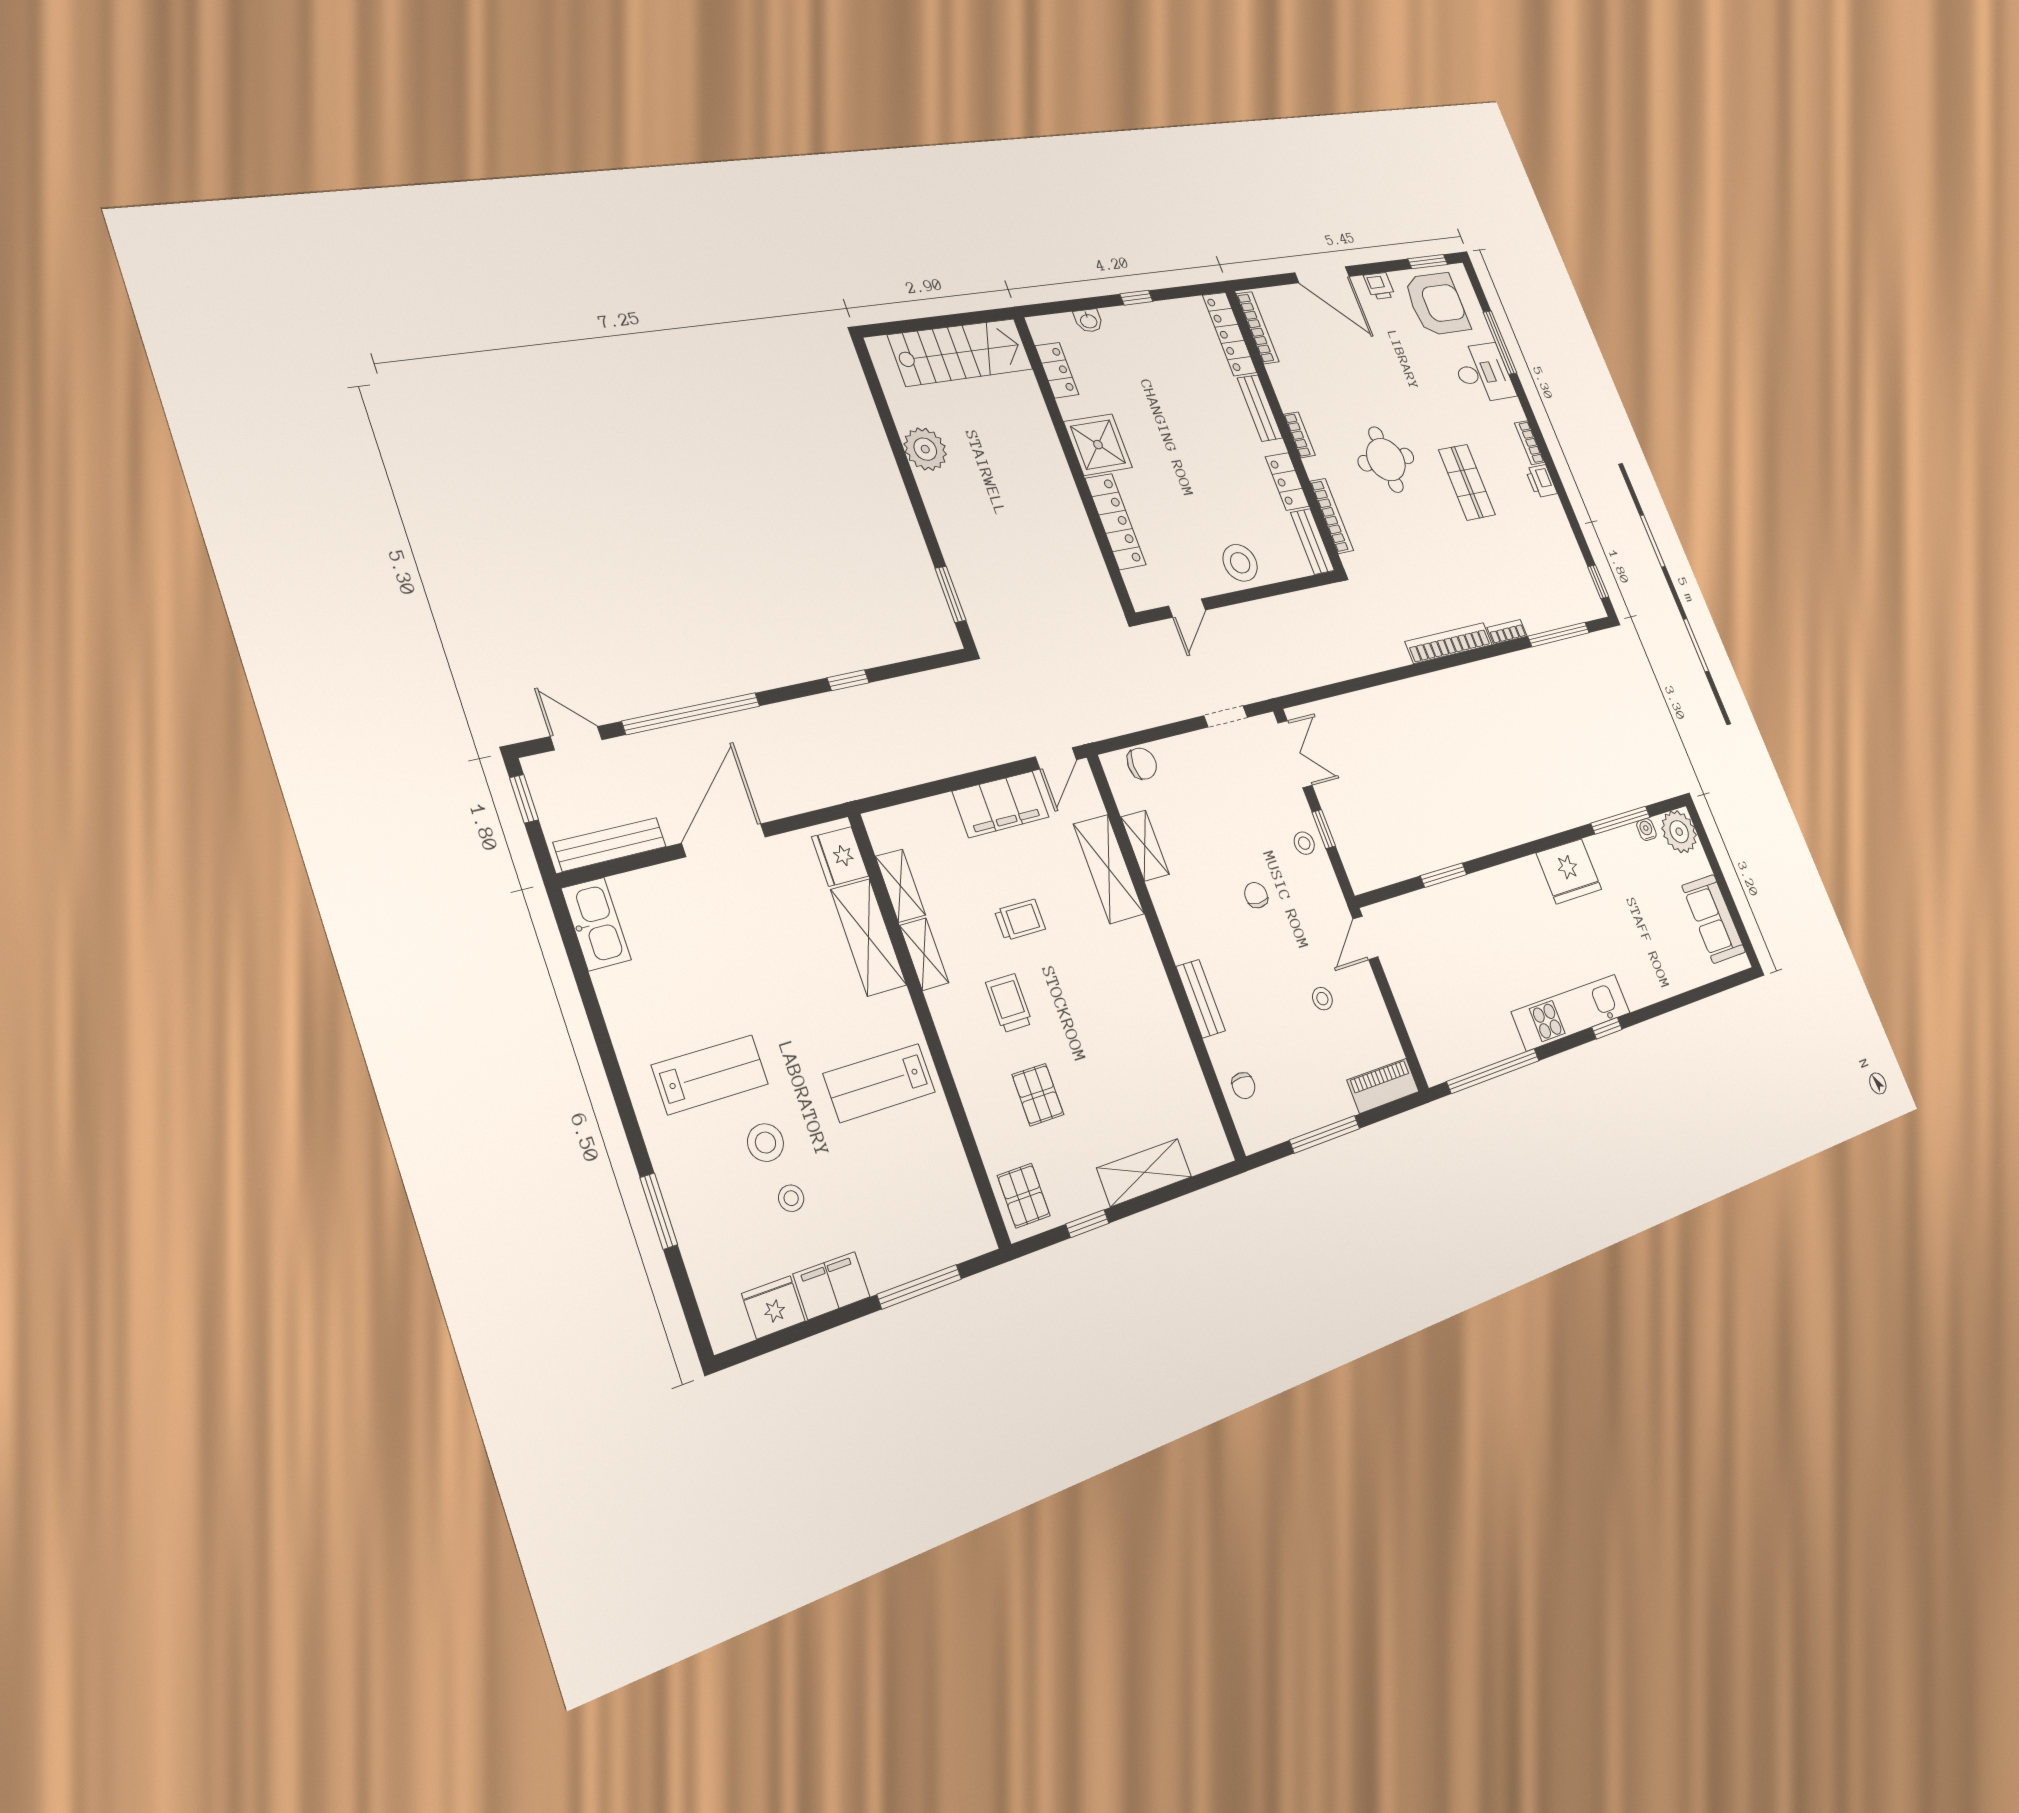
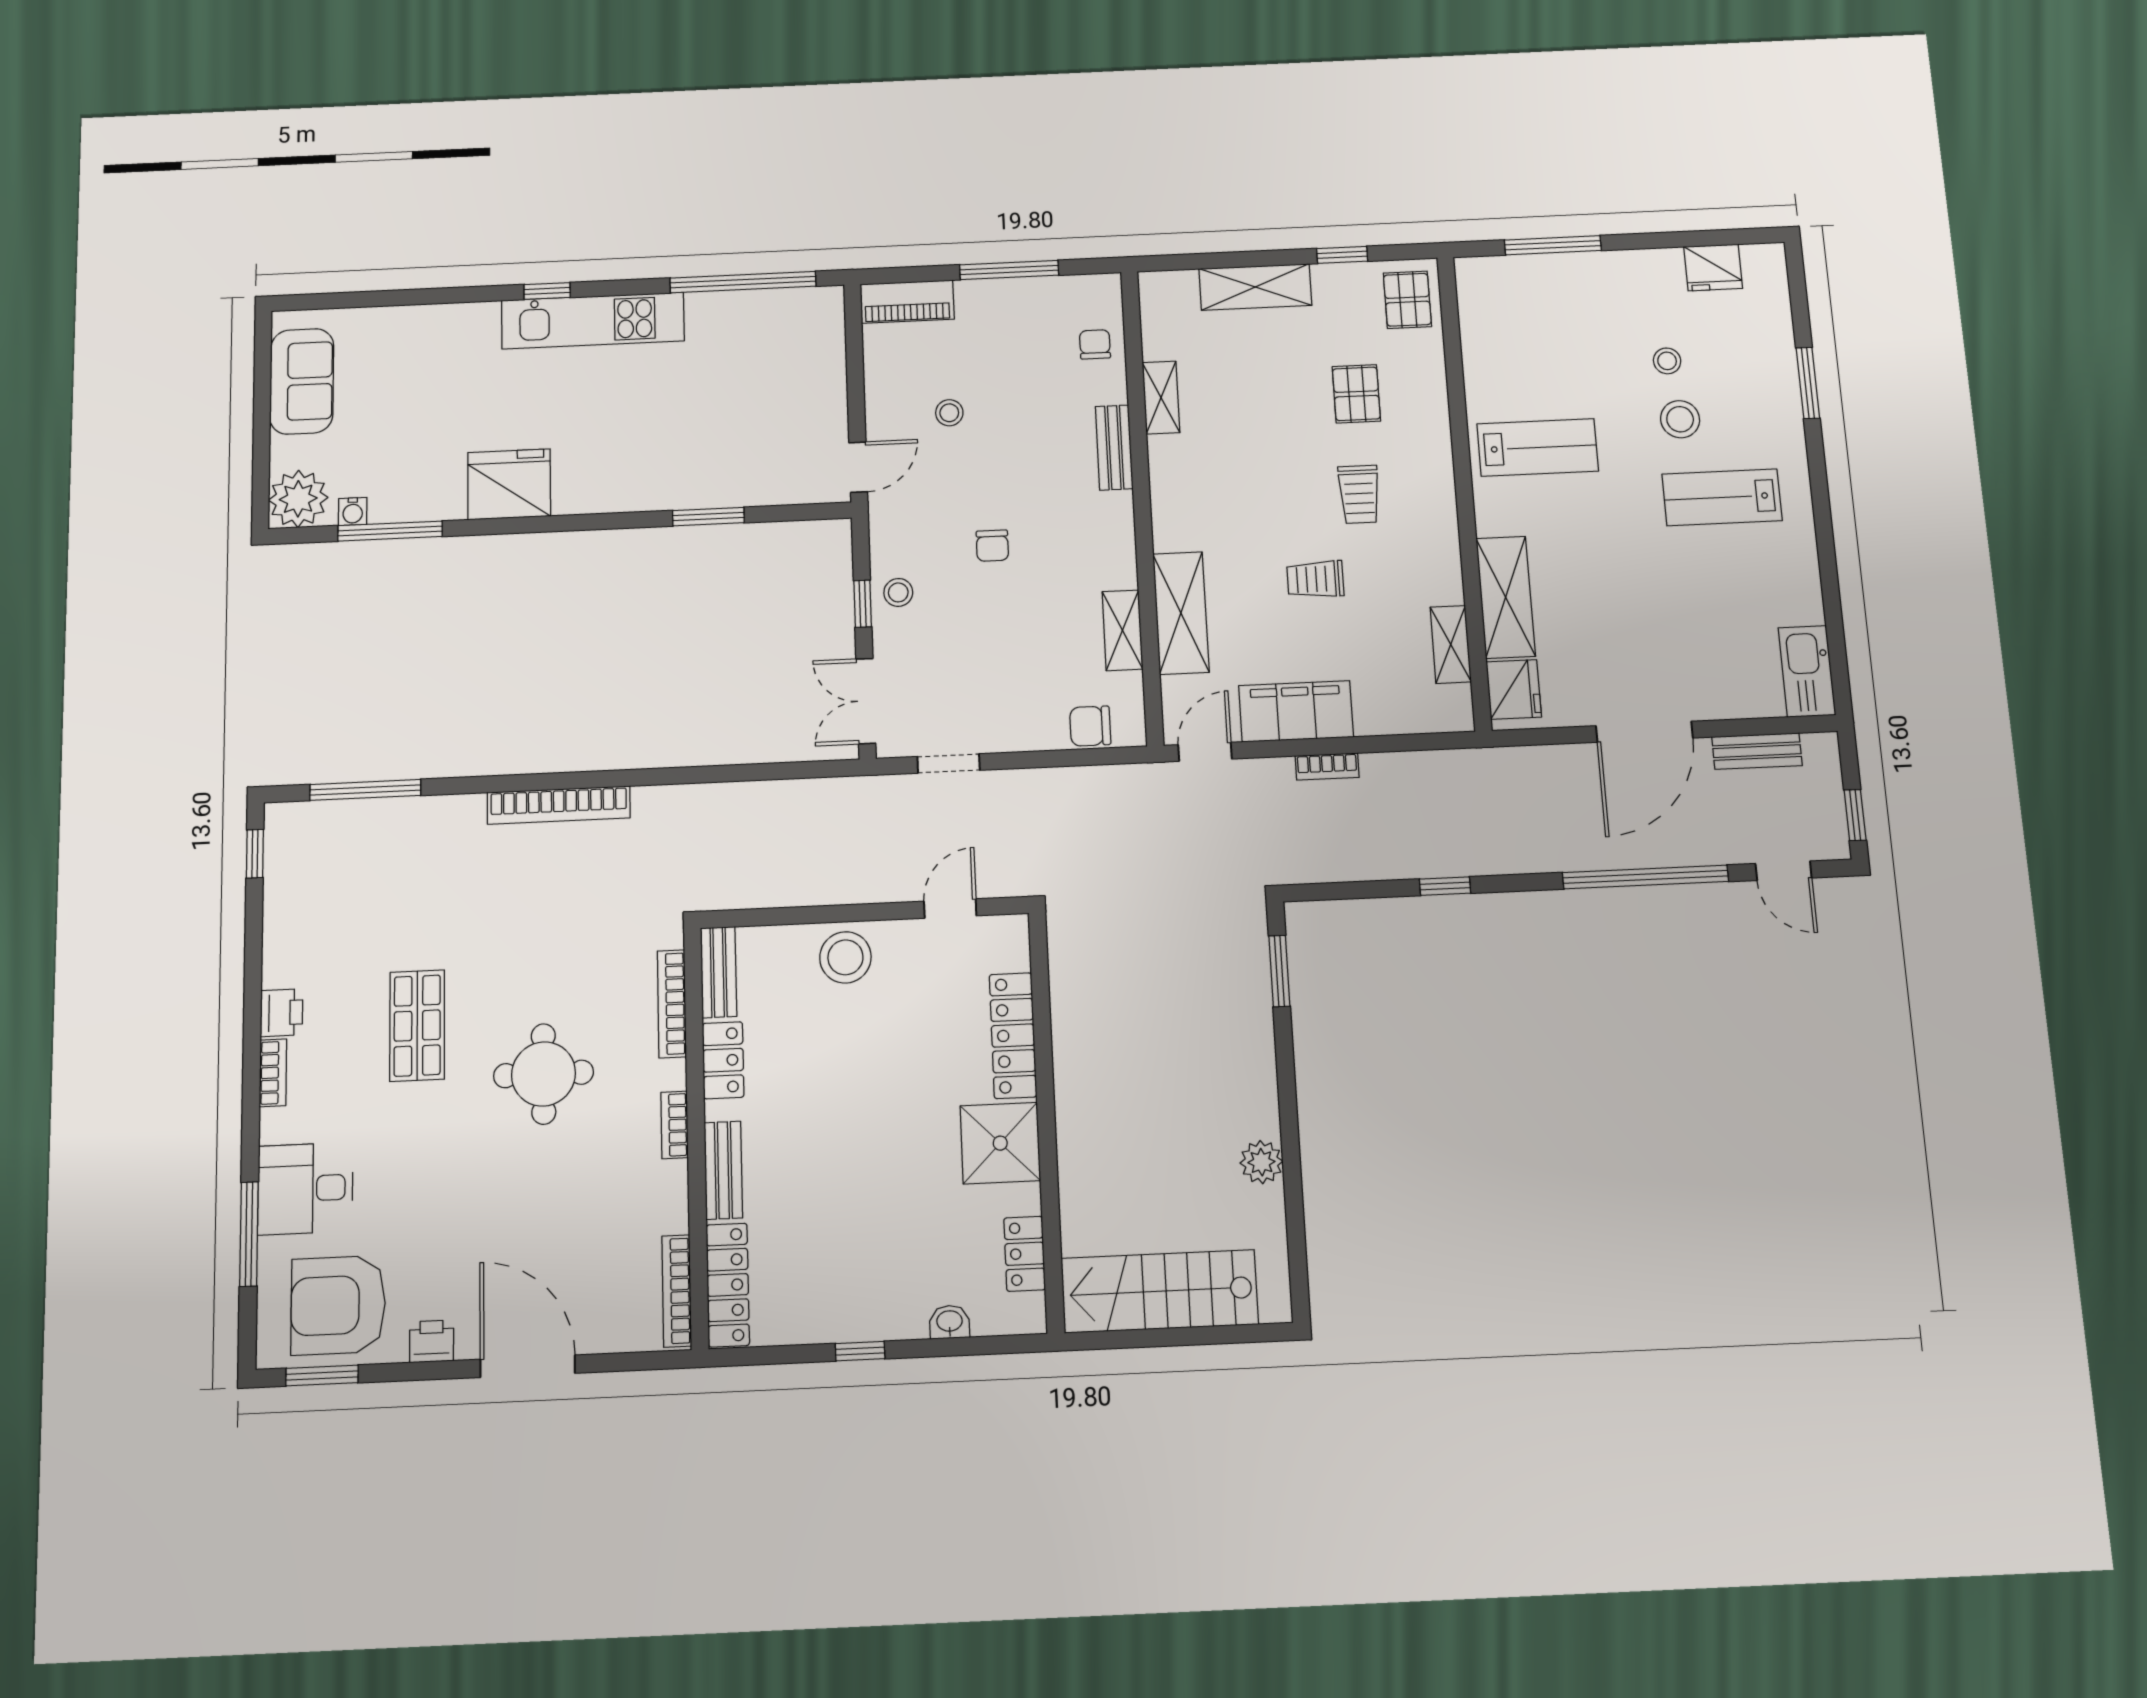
plant: (925, 449) -> (1261, 1162), width x0.73, depth x0.73
bookcase: (1507, 632) -> (1327, 767), moved
bench: (610, 844) -> (1757, 751), width x0.73
shelving: (924, 954) -> (1161, 398), moved
filing cabinet: (832, 1286) -> (1647, 271), removed

